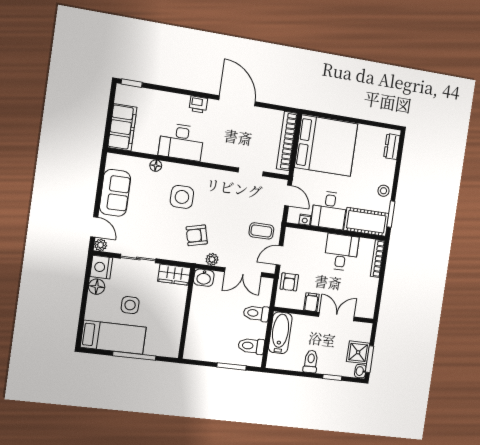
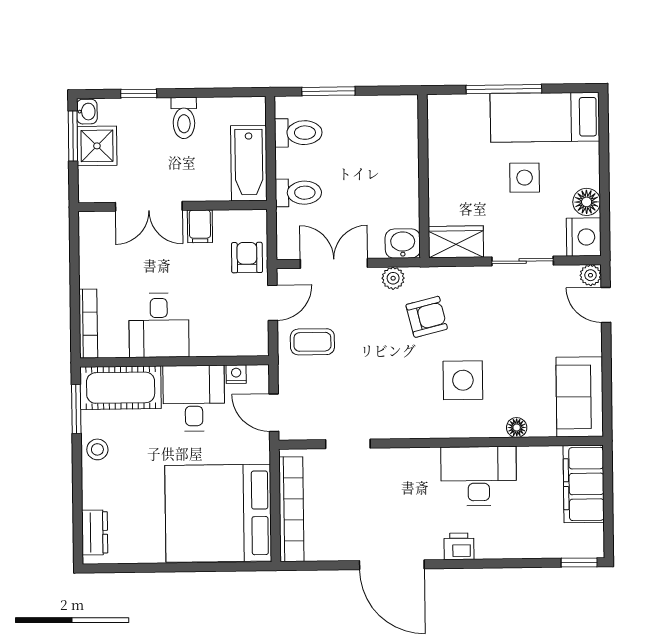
sofa: (115, 193) -> (580, 397), moved

